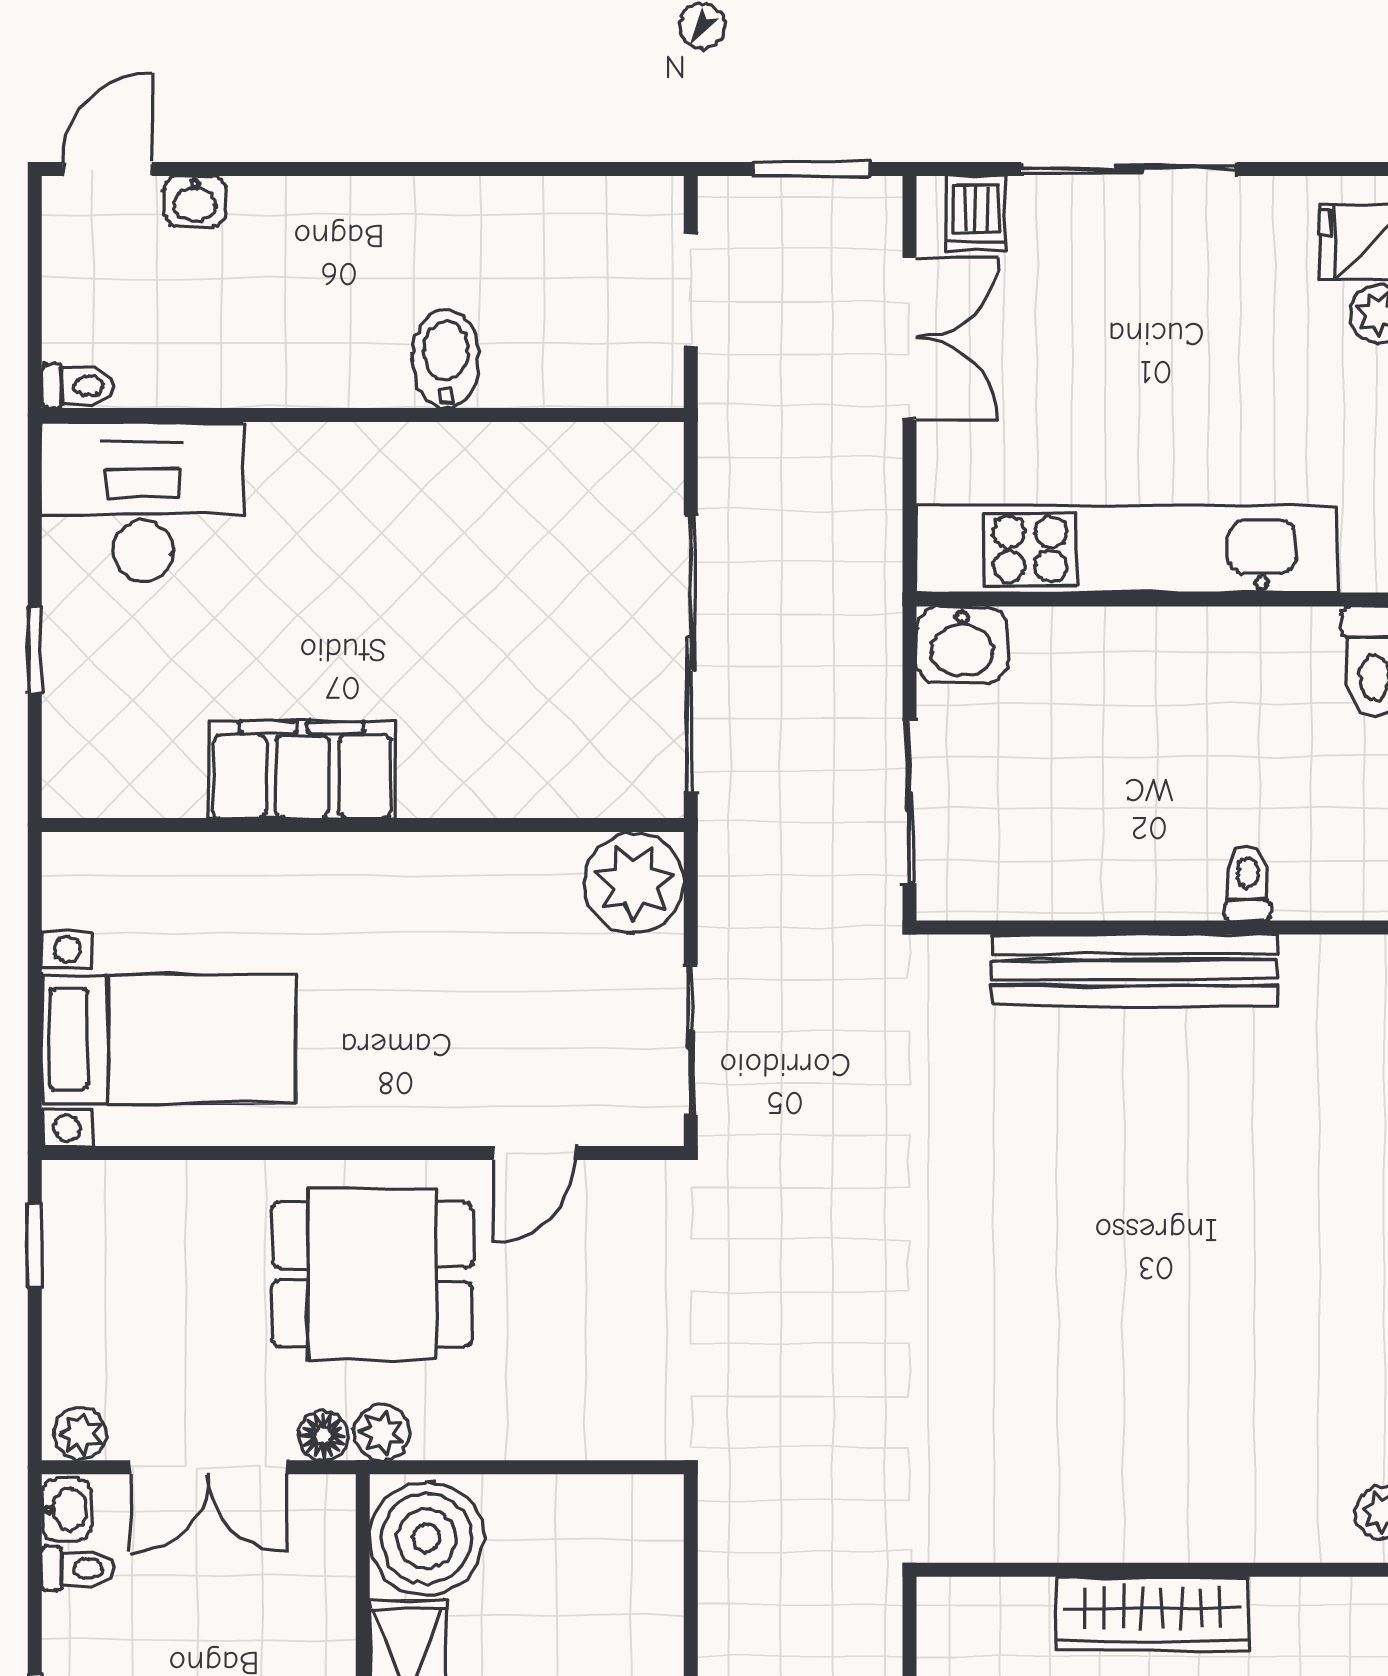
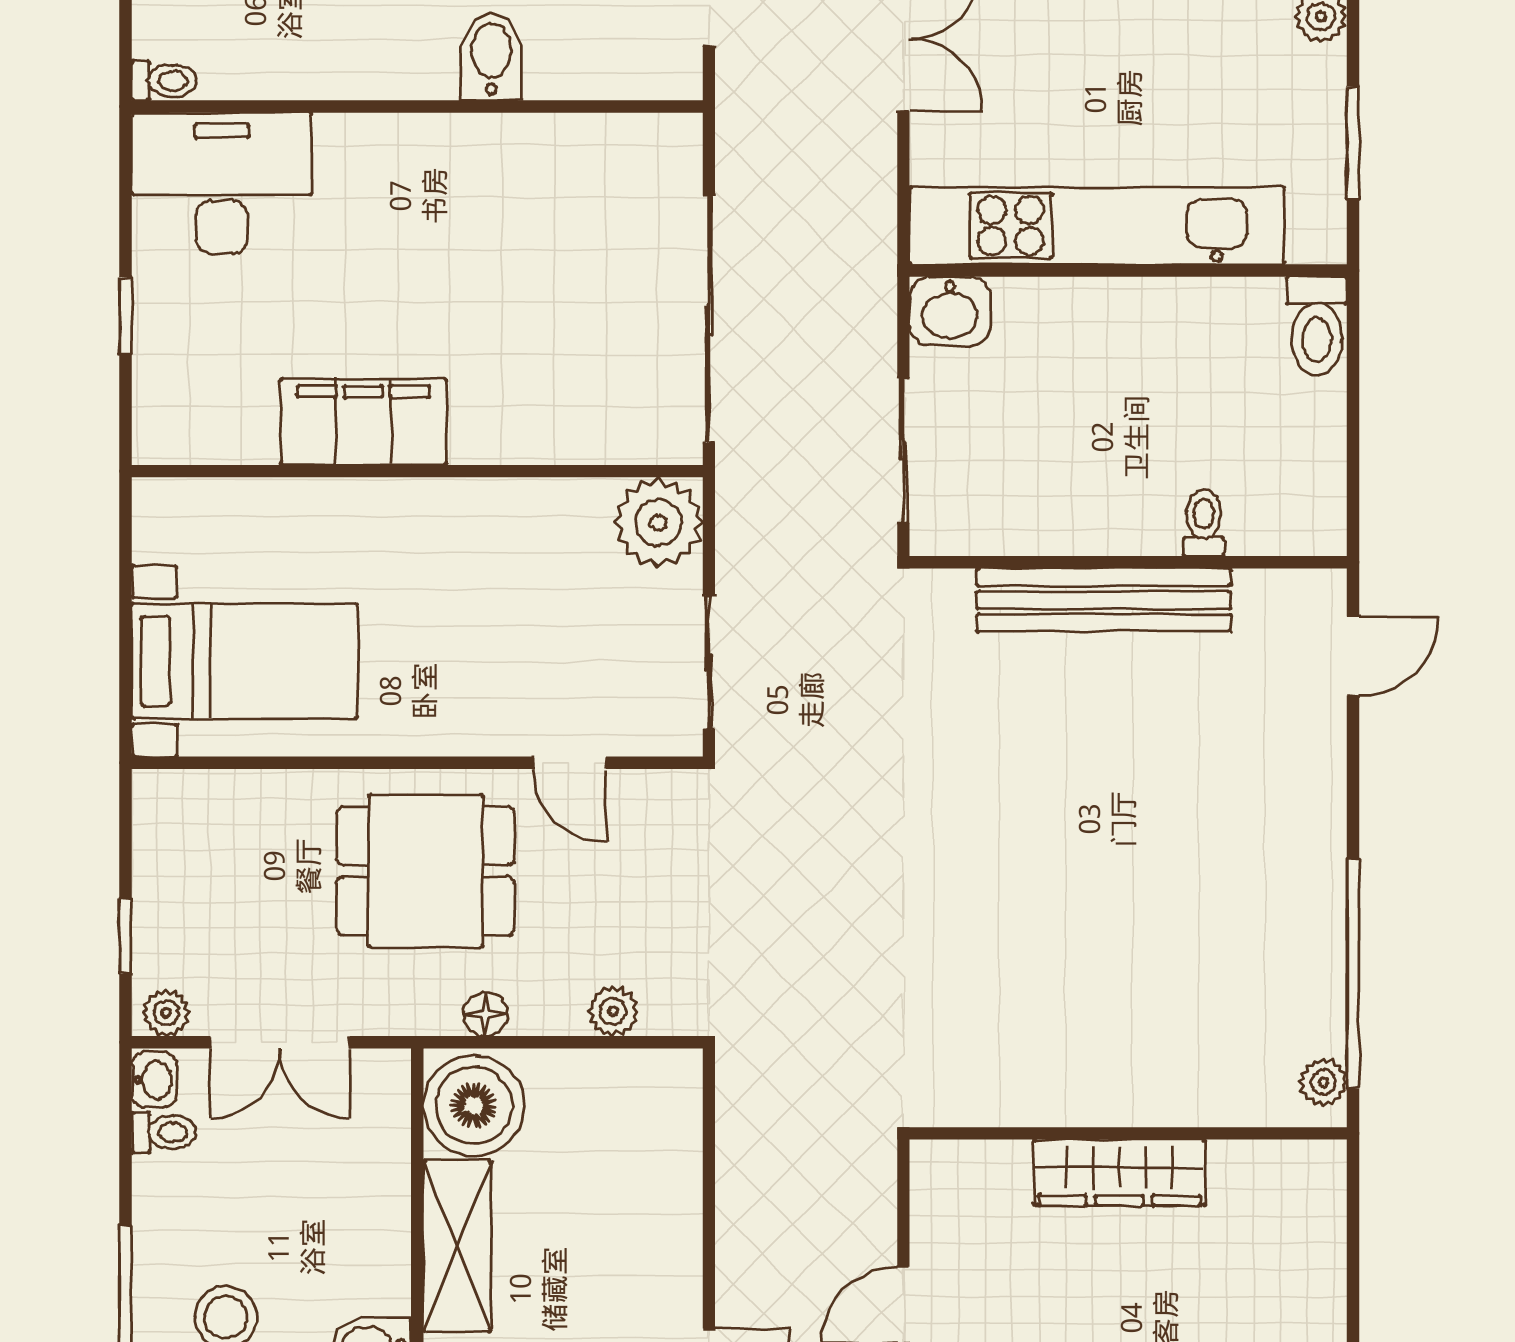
door: (534, 1153) -> (570, 763), hinge flipped
window: (35, 1246) -> (126, 936), moved
plant: (382, 1432) -> (613, 1011), moved
floor lamp: (323, 1436) -> (486, 1014), moved

